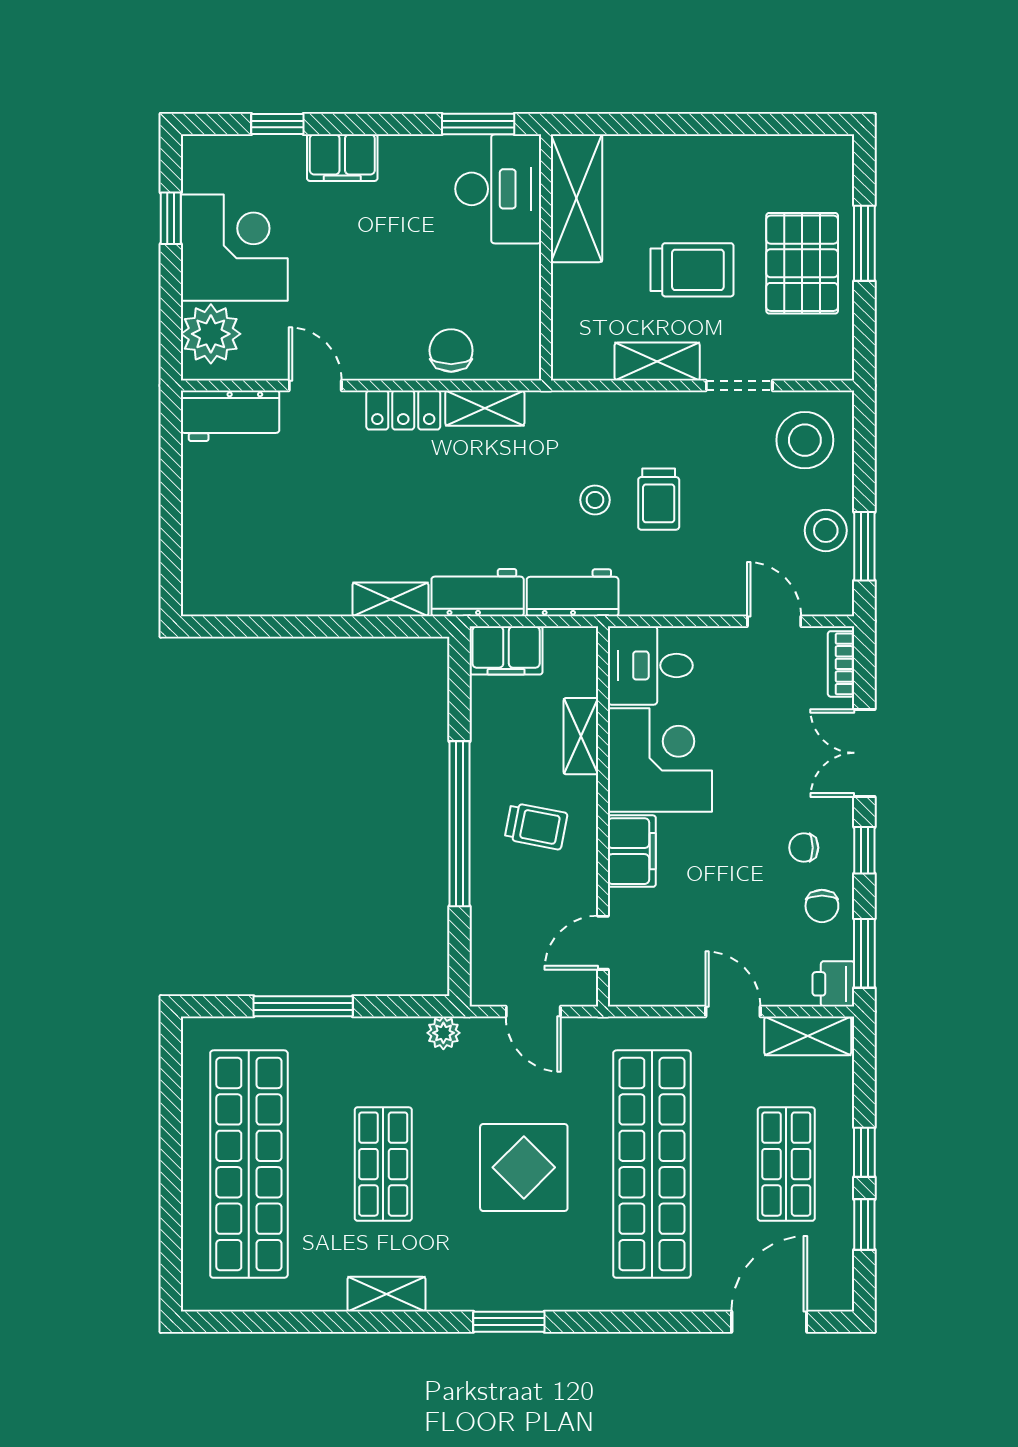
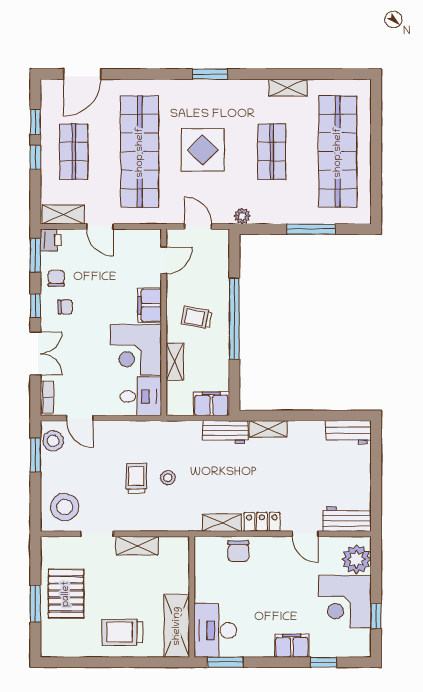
trolley: (692, 270) -> (122, 632), moved
stool: (826, 530) -> (53, 441), moved
workbench: (573, 593) -> (349, 432), moved
shelving: (386, 1294) -> (288, 88), moved

